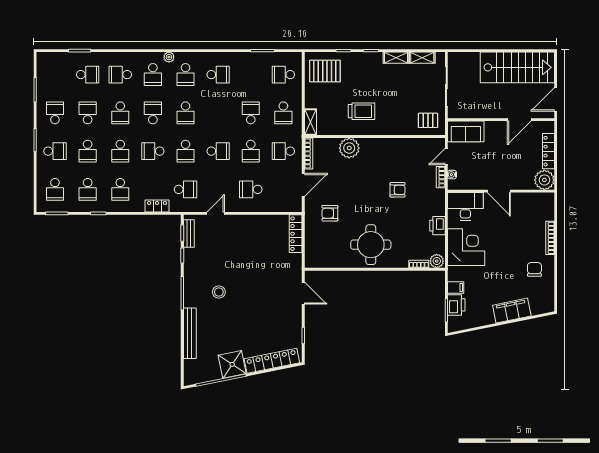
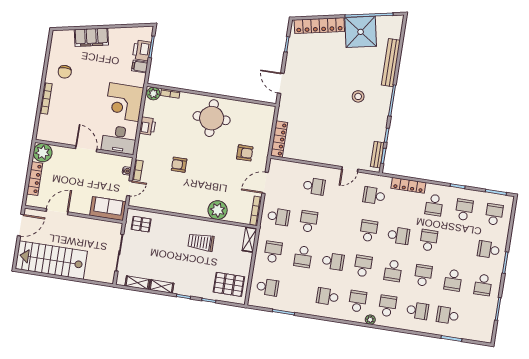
school desk: (88, 151) -> (459, 245), removed
school desk: (218, 151) -> (333, 261), moved, turned 180
school desk: (120, 189) -> (434, 205), turned 180
locker: (157, 206) -> (408, 185), width x1.53
shower: (232, 364) -> (361, 32), width x1.37, depth x1.37

